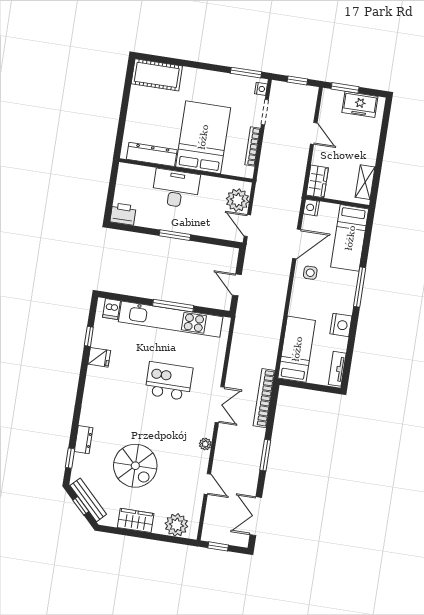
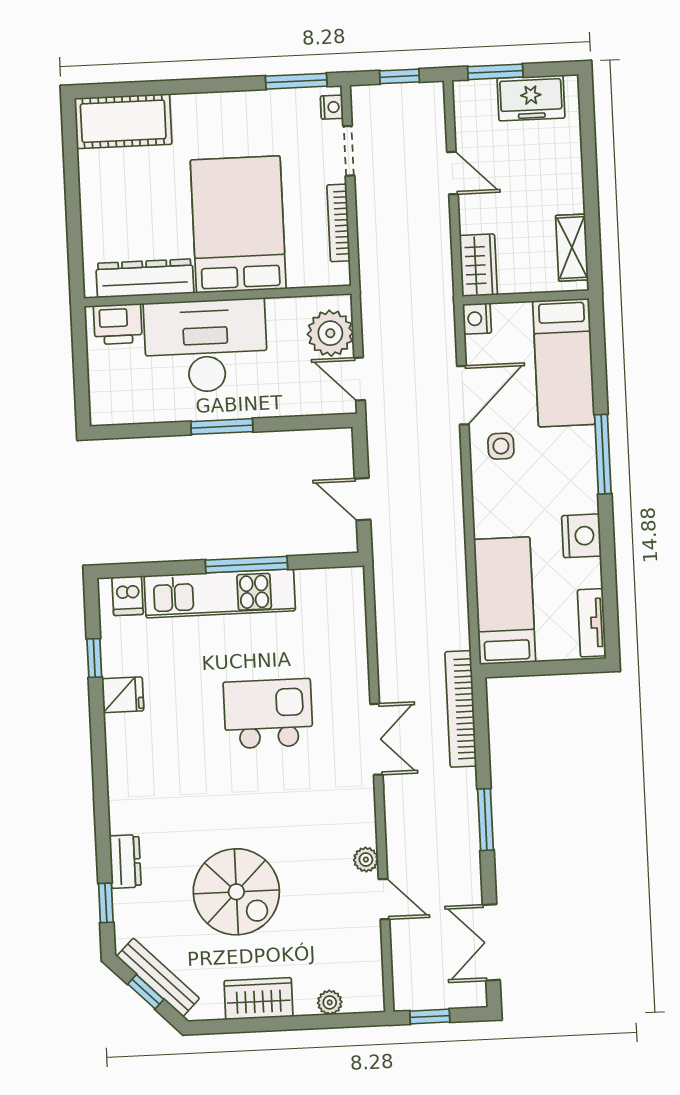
desk: (176, 189) -> (206, 346), width x1.36, depth x1.30
printer: (123, 214) -> (118, 324), moved, turned 180
kitchen unit: (171, 319) -> (220, 593), width x0.73
plant: (205, 444) -> (366, 860), moved
plant: (176, 525) -> (330, 1002), width x0.53, depth x0.53

